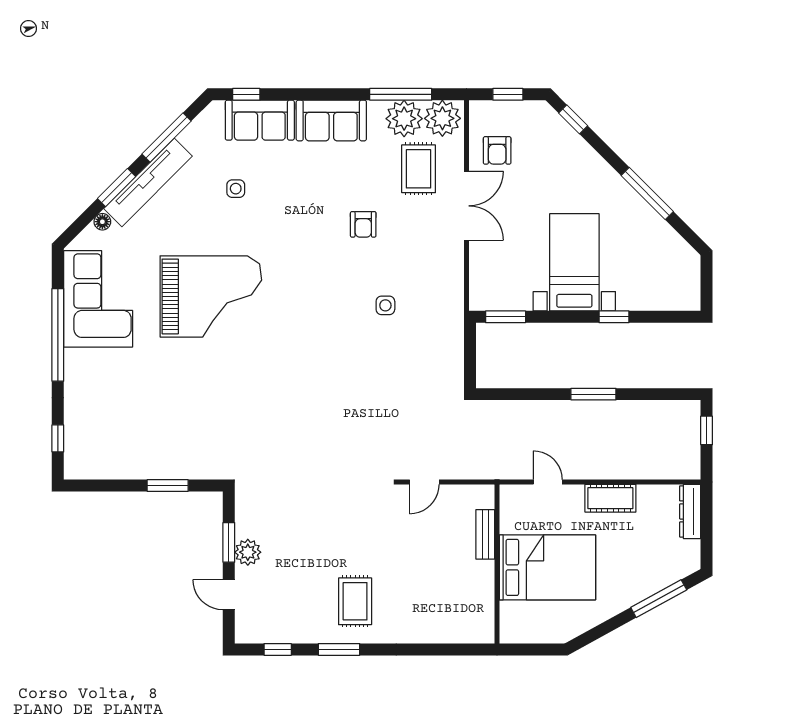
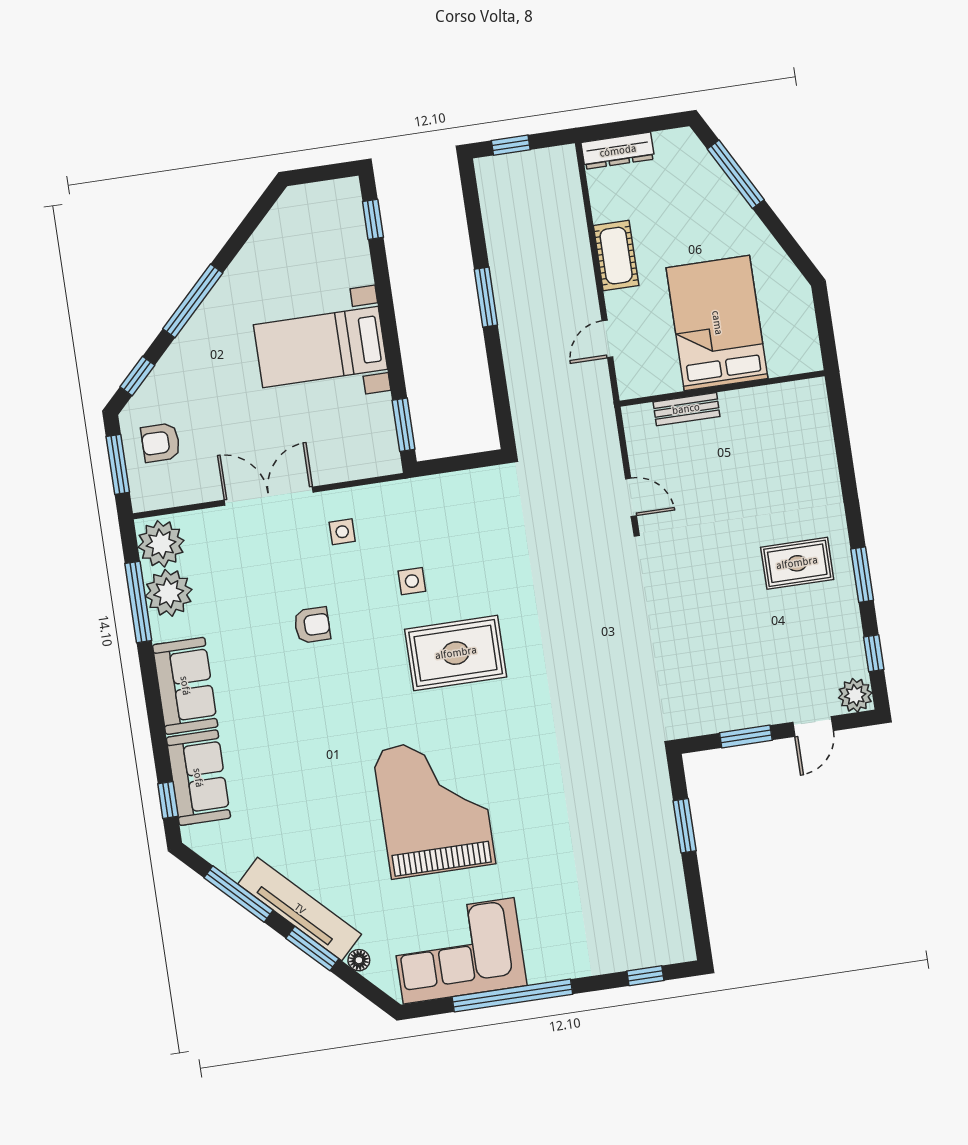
window: (508, 94) -> (118, 464), width x1.50
armchair: (497, 150) -> (161, 443), moved, turned 180
rug: (419, 169) -> (456, 653), moved, width x1.36, depth x1.43
side table: (236, 189) -> (342, 532), moved
window: (647, 194) -> (193, 301), moved
window: (614, 317) -> (373, 219), moved
plant: (248, 552) -> (855, 695), moved

